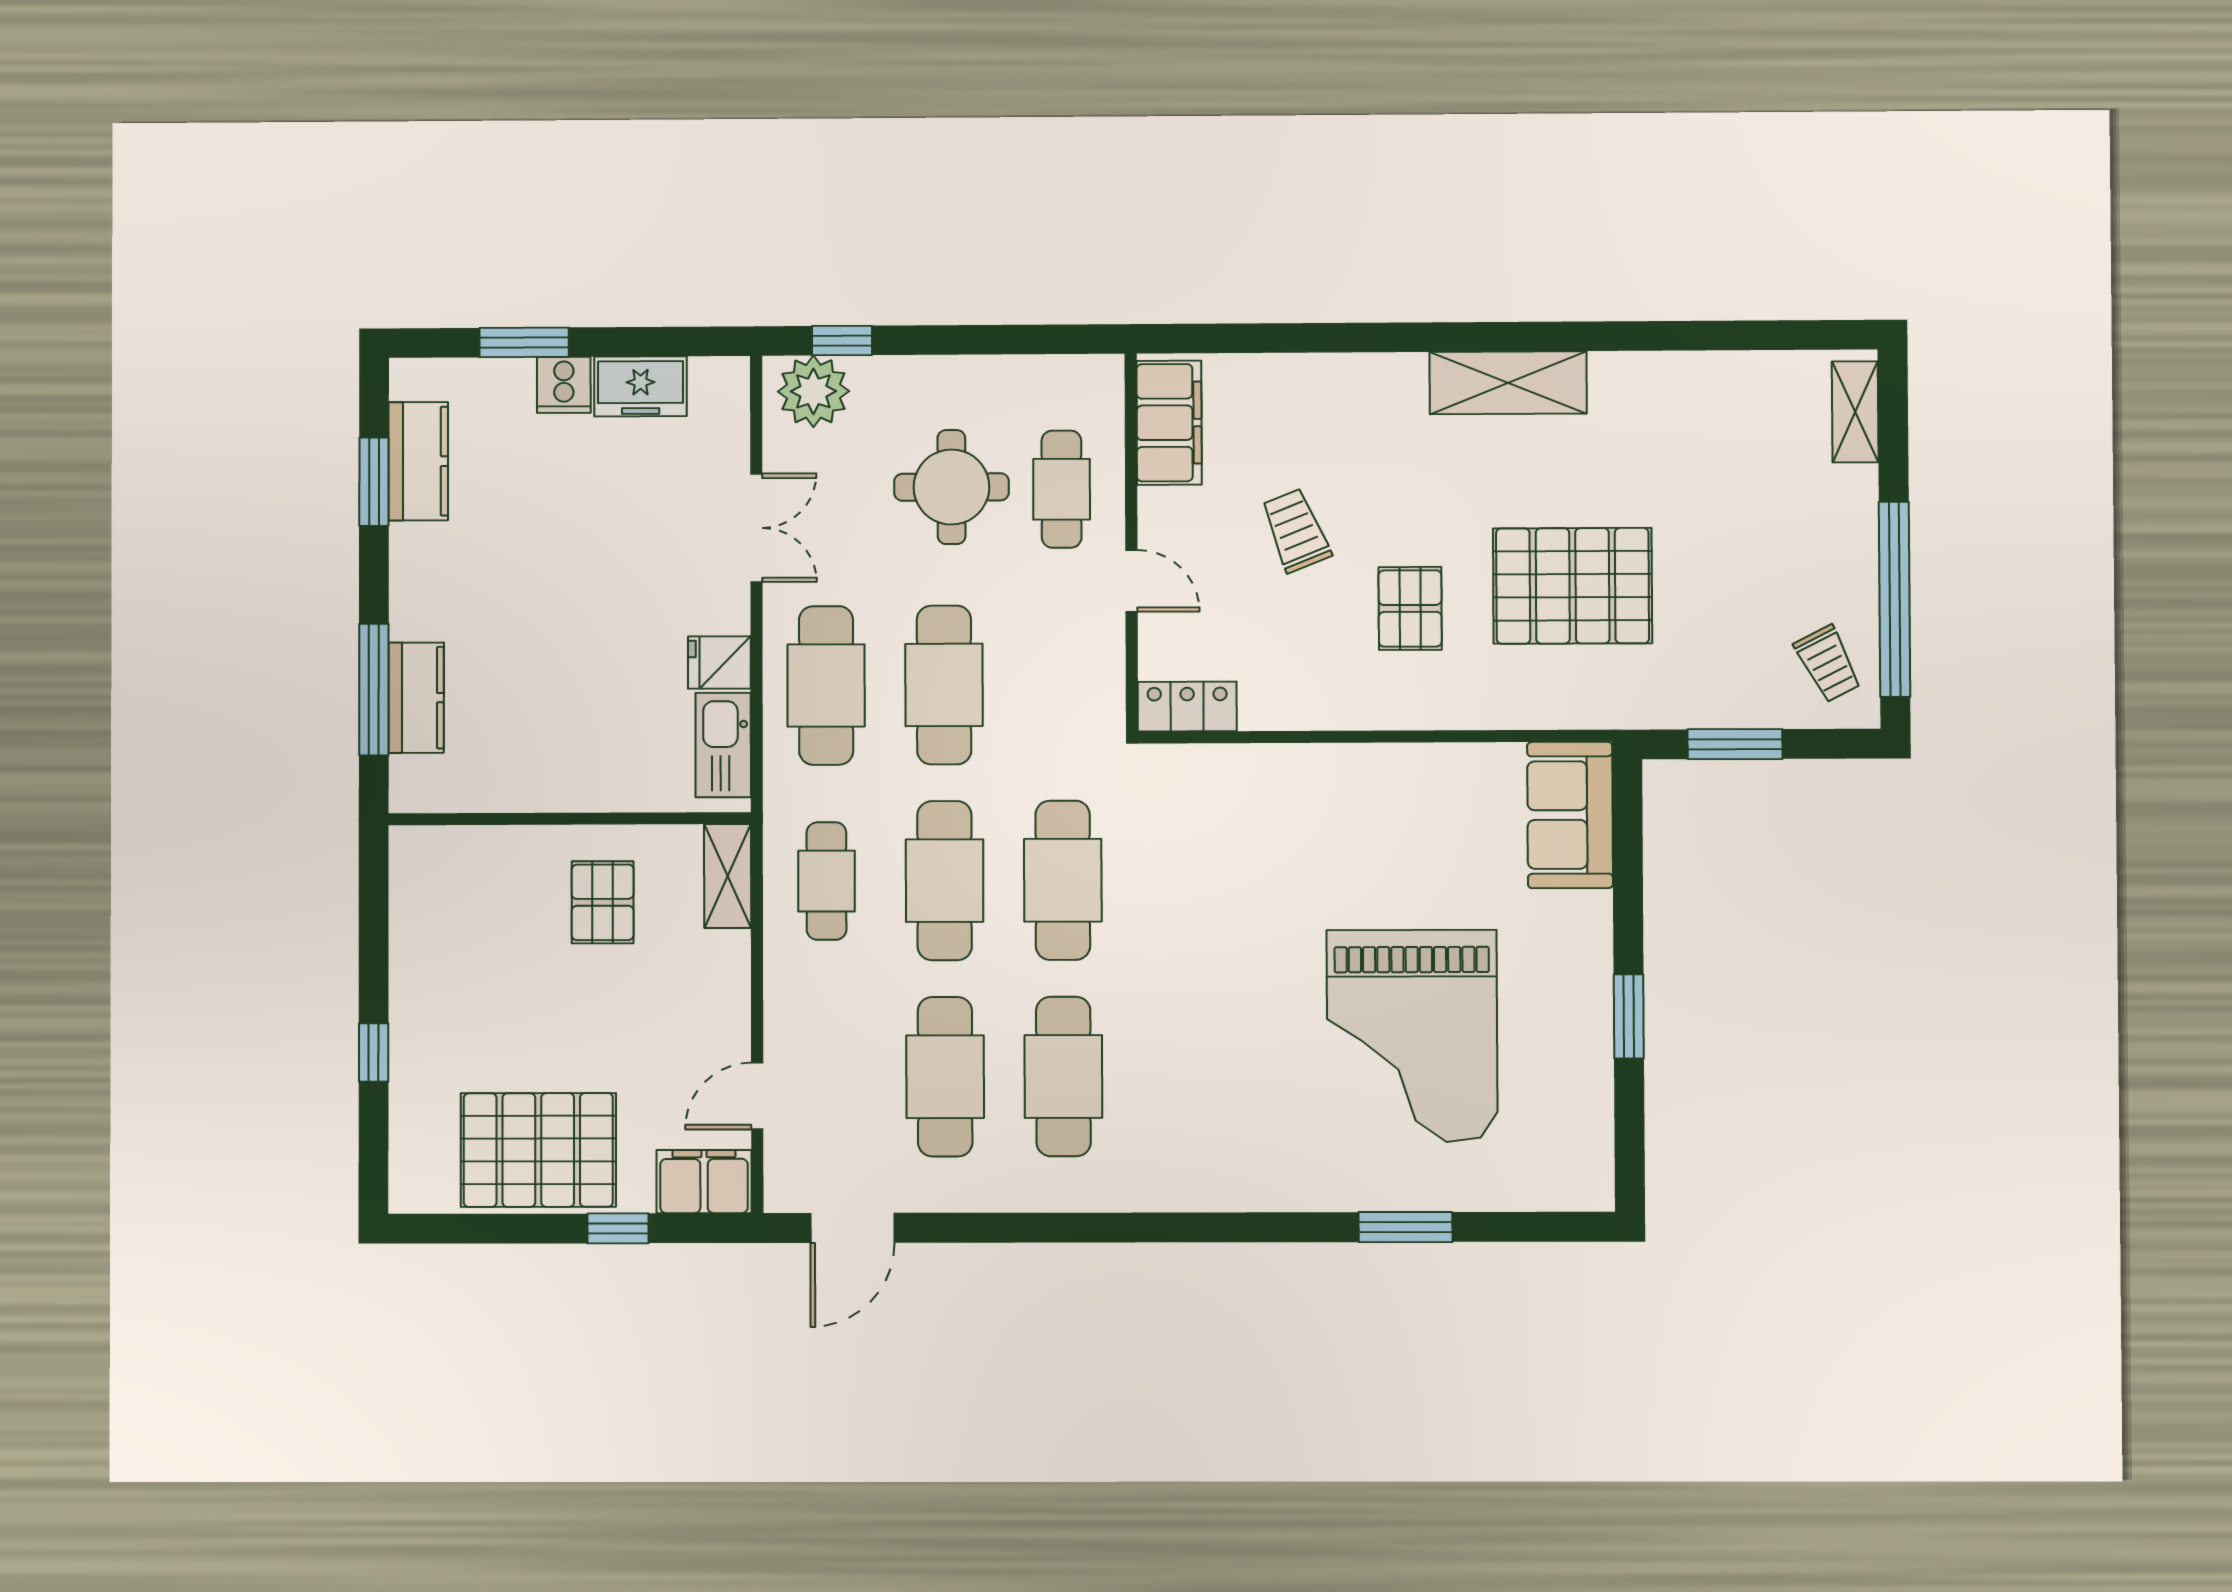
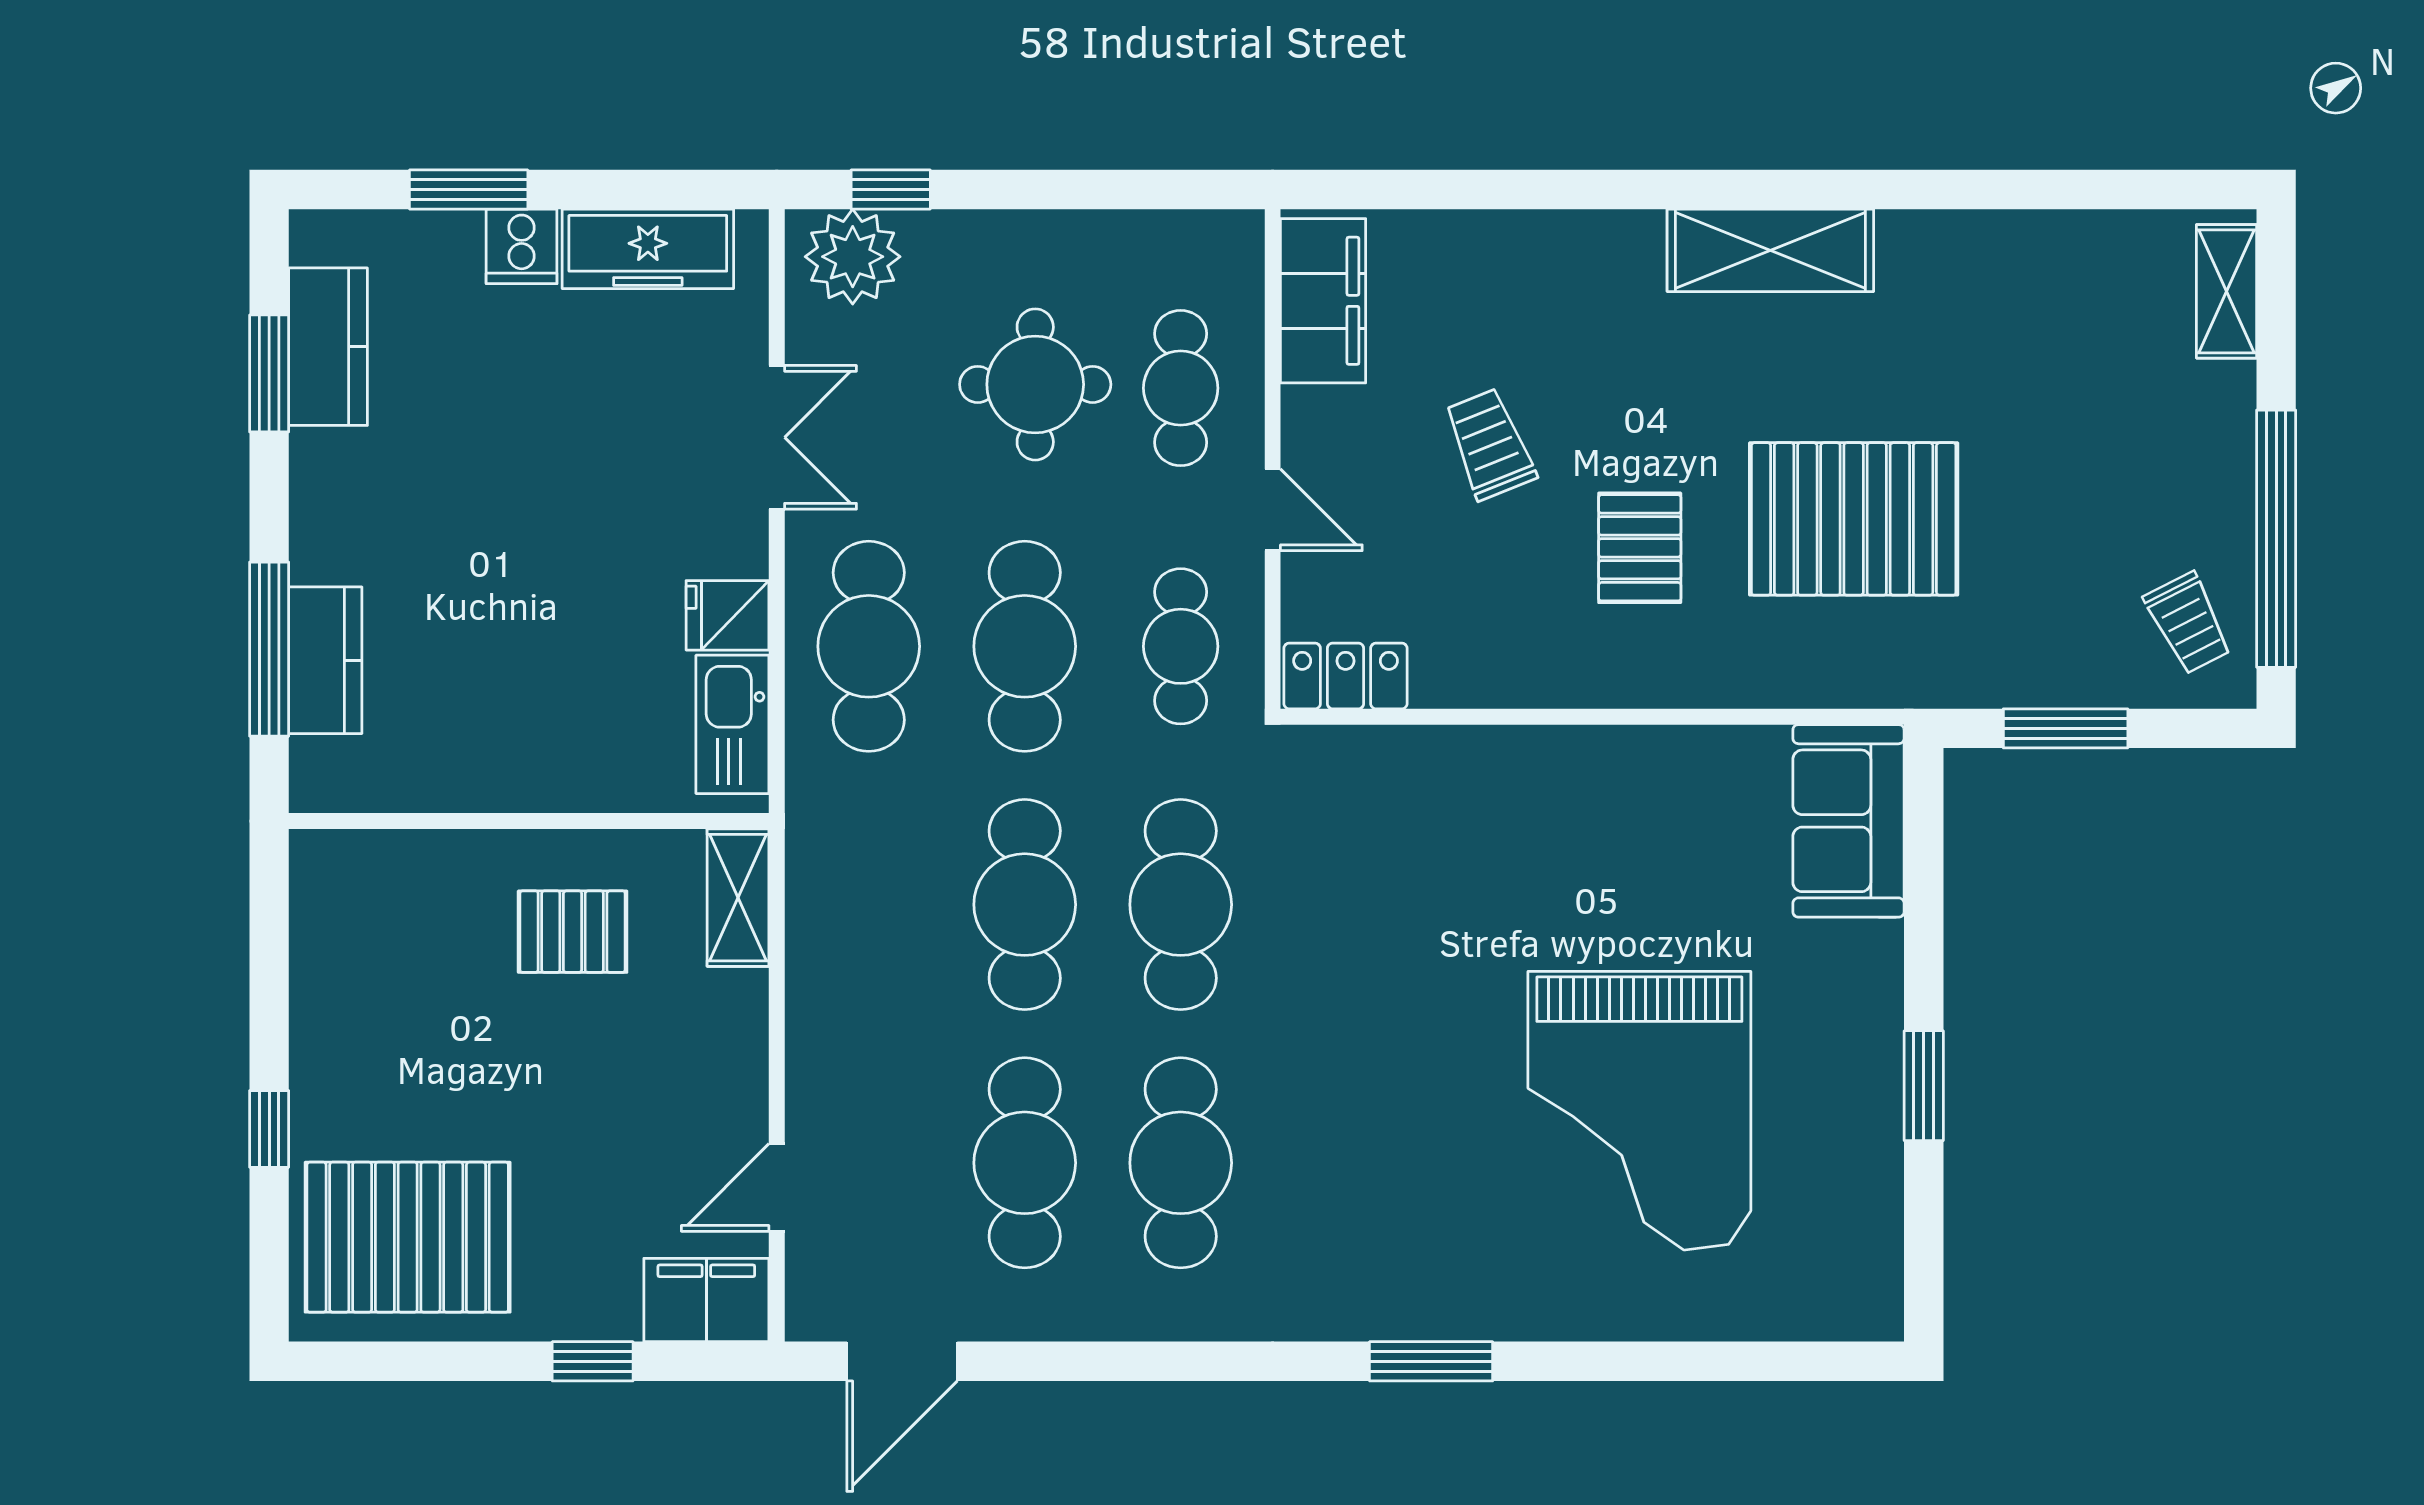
freezer: (641, 386) -> (648, 249), width x1.40
cafe table: (826, 881) -> (1181, 646), moved
pallet: (603, 902) -> (573, 932), turned 90
pallet: (538, 1150) -> (408, 1237), moved
window: (1405, 1227) -> (1431, 1361), moved

